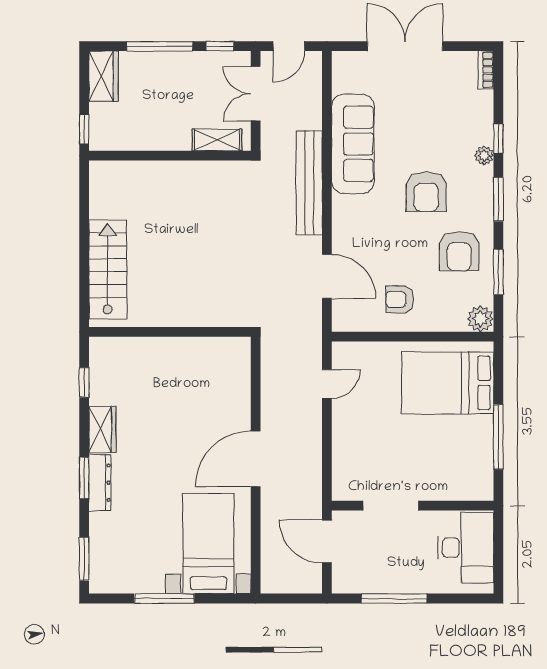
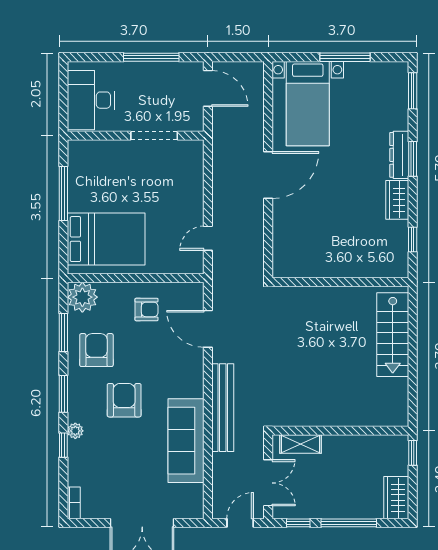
plant: (480, 319) -> (82, 297), width x1.36, depth x1.36
door: (327, 541) -> (208, 88), moved

